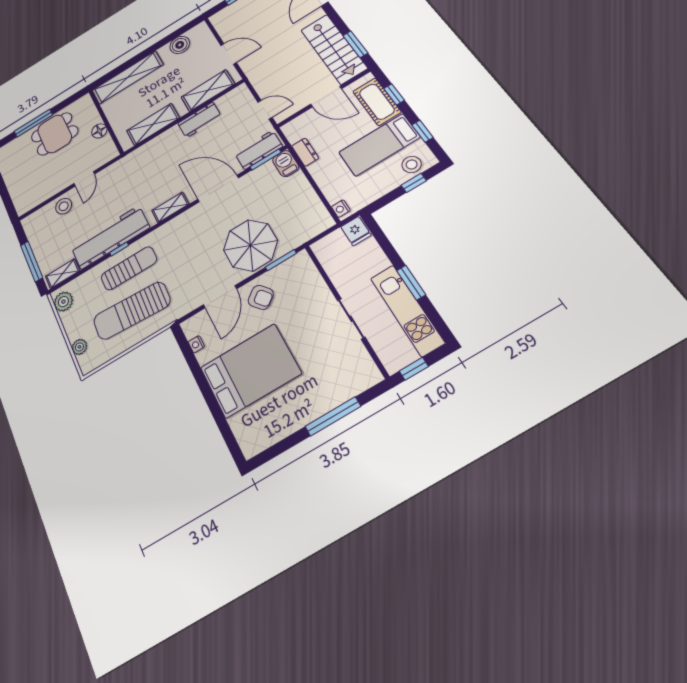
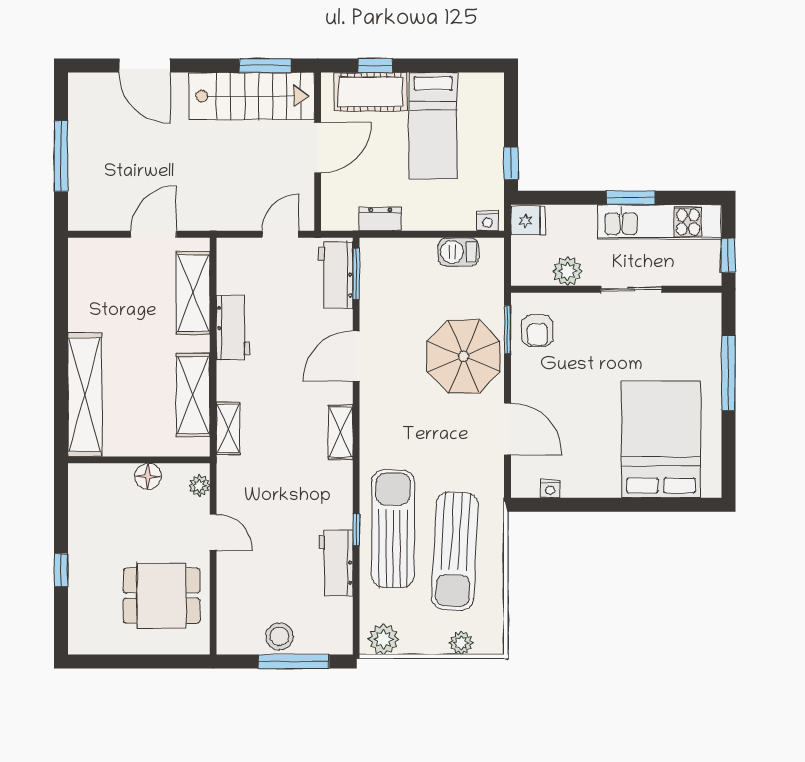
boiler: (180, 45) -> (85, 293), removed
window: (33, 123) -> (61, 570), width x0.46
window: (422, 131) -> (450, 66), removed
dining table: (55, 134) -> (162, 596), moved, turned 90
plant: (106, 157) -> (199, 486), added
barbecue: (286, 164) -> (458, 252), moved
stool: (412, 164) -> (486, 106), removed
window: (414, 183) -> (511, 163), moved
door: (218, 189) -> (356, 356), width x0.73
stool: (64, 206) -> (280, 636), moved
workbench: (110, 237) -> (336, 563), width x0.53, depth x0.76
sun lounger: (129, 268) -> (393, 529), width x1.36, depth x1.34
plant: (339, 273) -> (567, 271), added
shelving: (62, 274) -> (228, 428), moved
armchair: (261, 297) -> (537, 331), moved, turned 129
bed: (250, 371) -> (661, 439), moved

